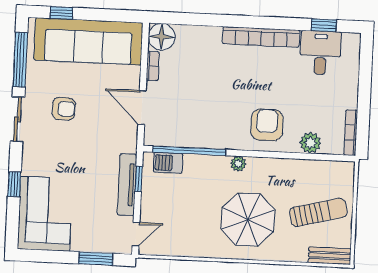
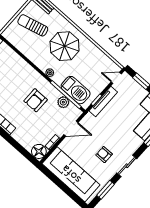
window: (61, 13) -> (73, 195), removed
window: (20, 60) -> (106, 190), width x0.69
door: (142, 108) -> (71, 129), hinge flipped
armchair: (267, 125) -> (36, 100), moved
plant: (310, 143) -> (63, 102), moved
barbecue: (168, 163) -> (76, 90), width x1.88, depth x1.53

